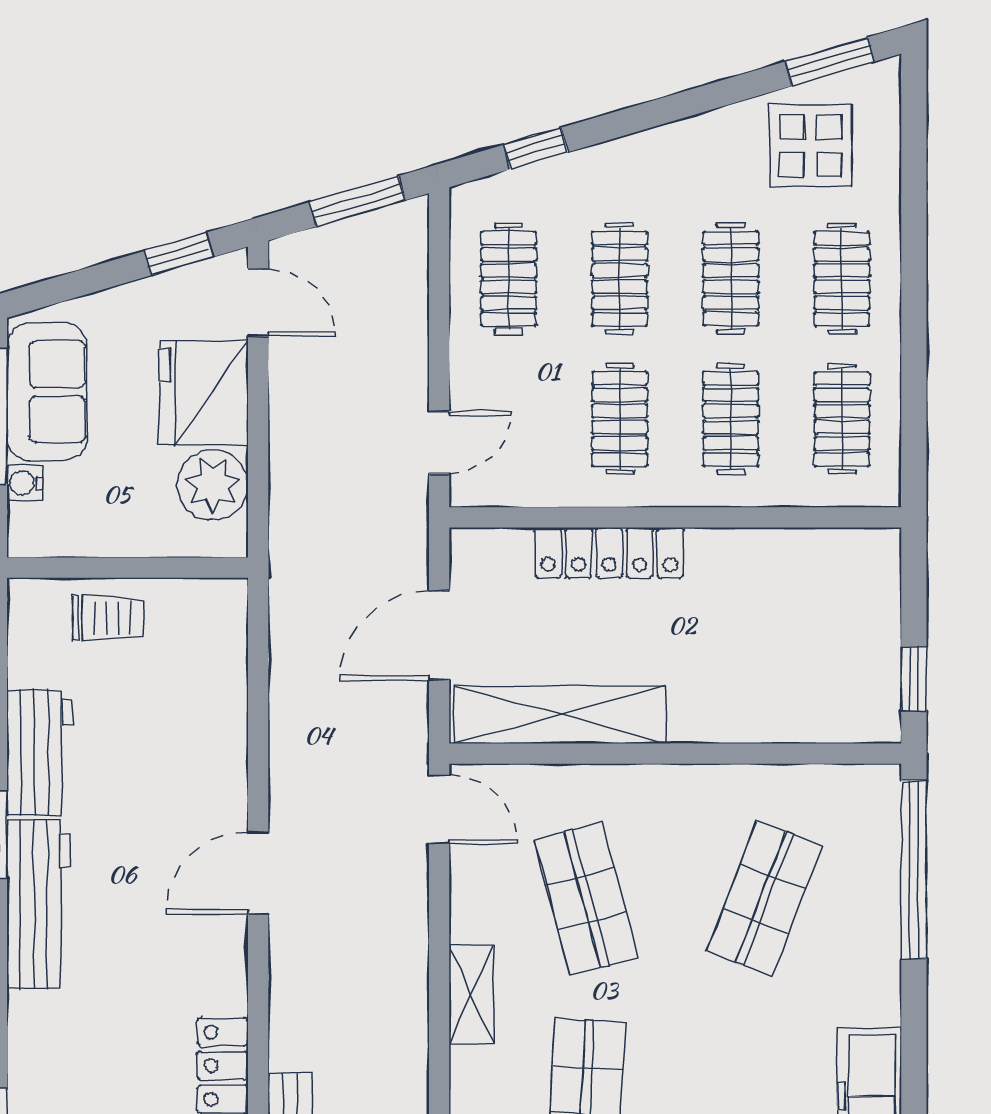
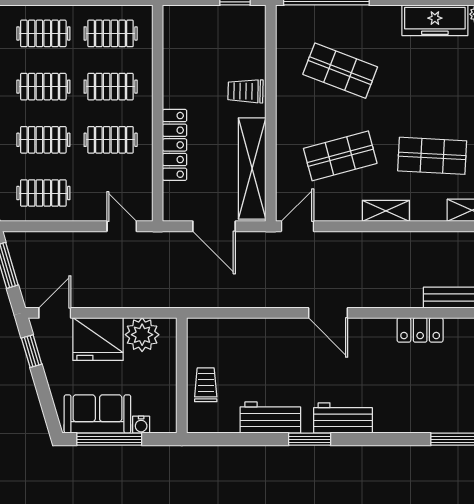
trolley: (721, 701) -> (245, 91), added
workbench: (39, 904) -> (343, 418), width x0.73

